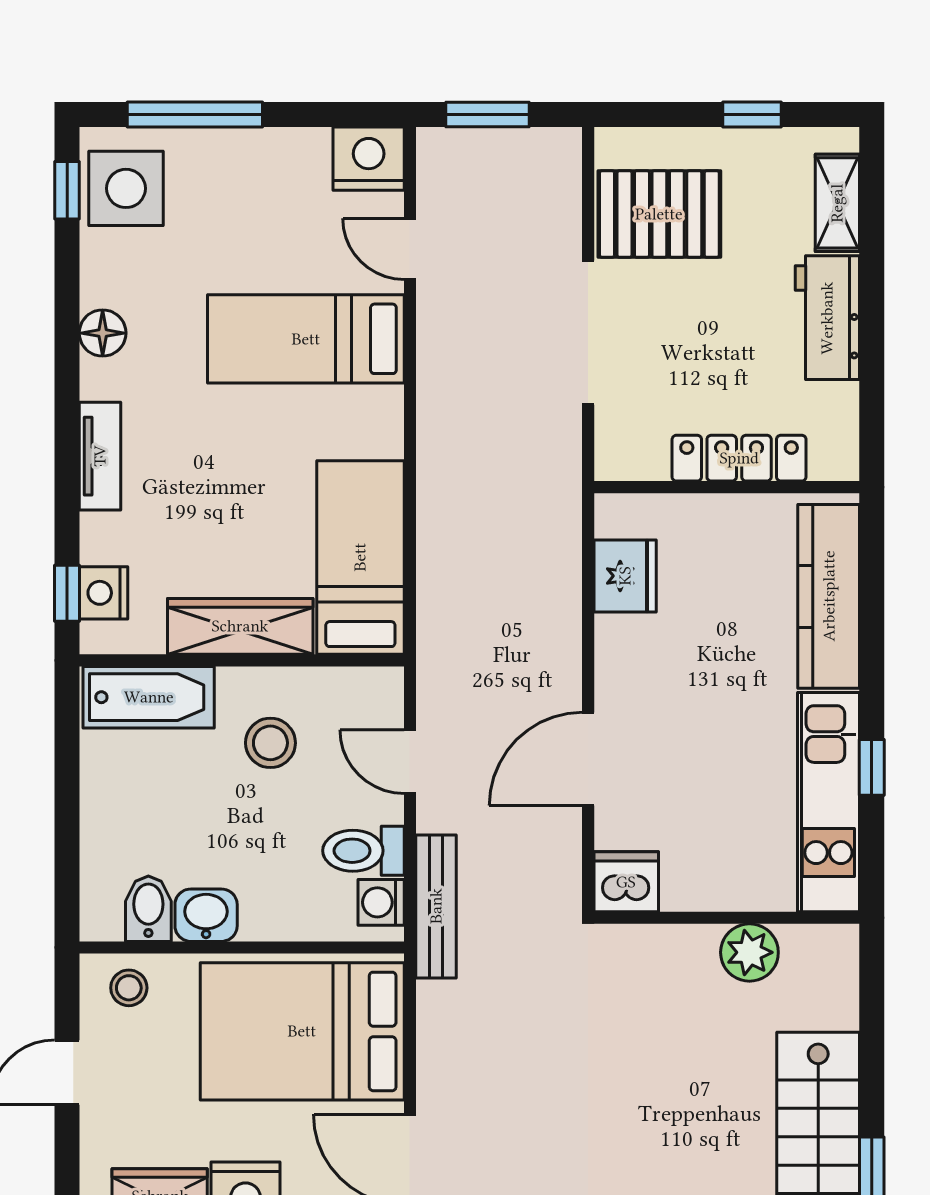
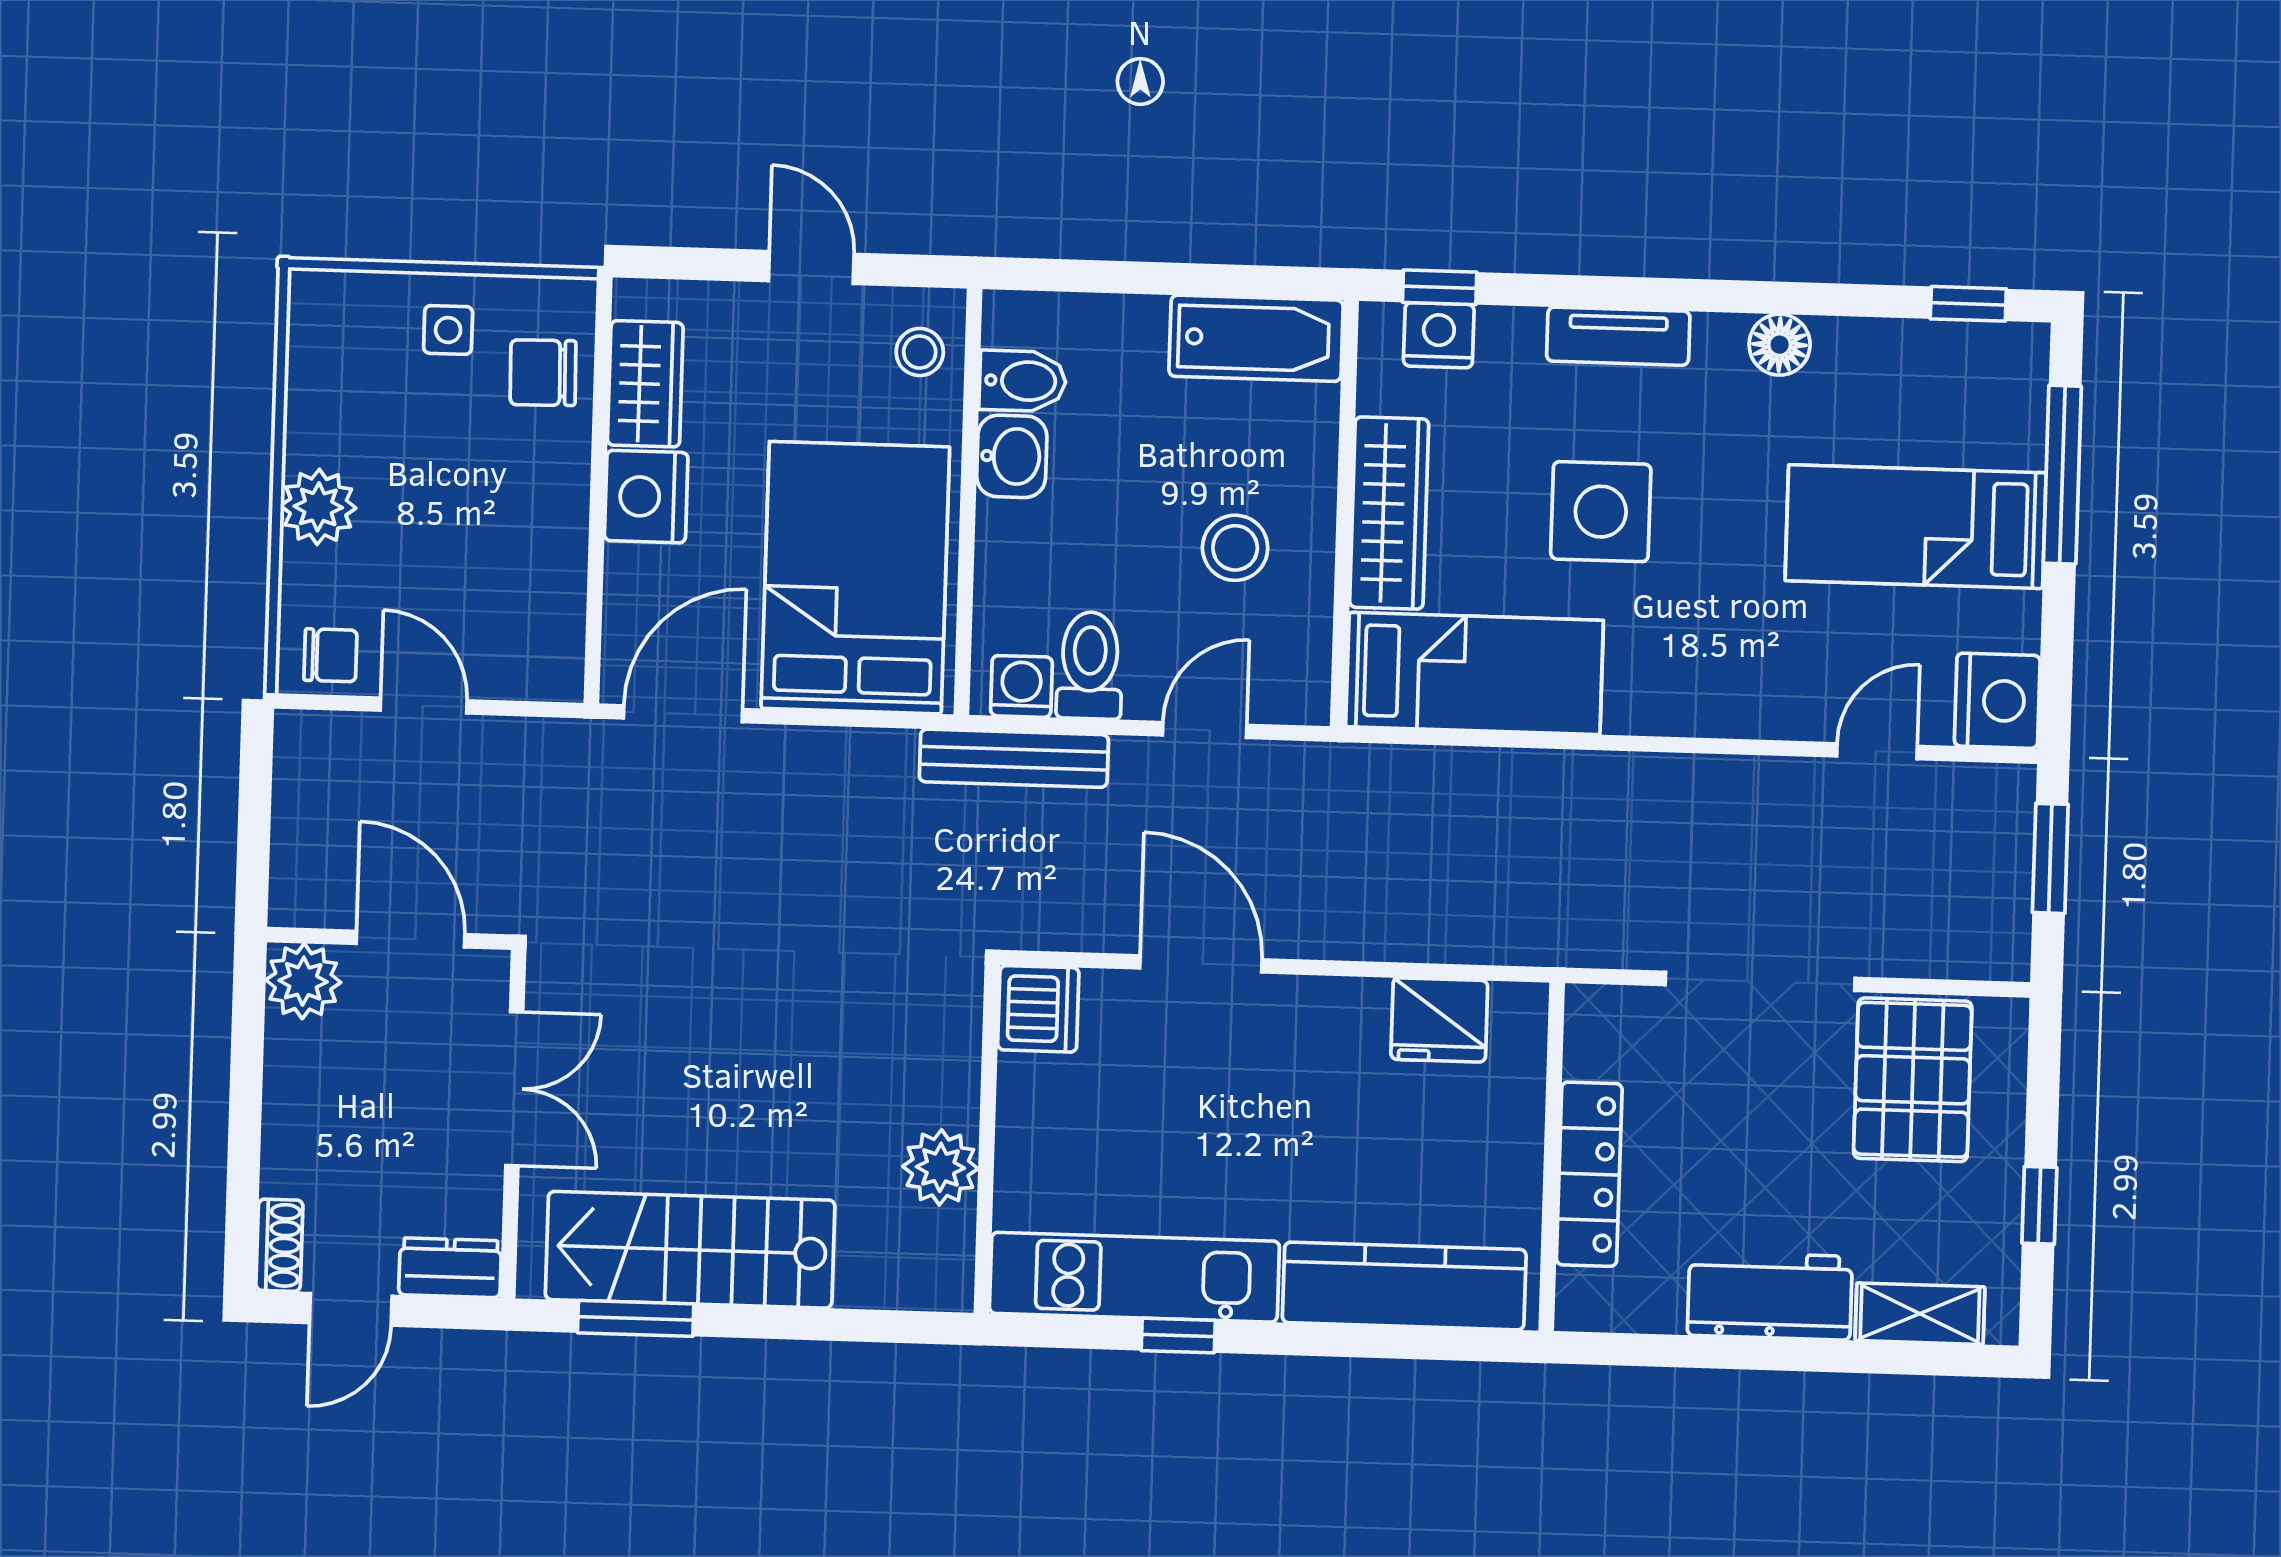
side table: (126, 188) -> (1601, 512), moved
bed: (306, 339) -> (1916, 527), moved, turned -90
bathtub: (149, 697) -> (1256, 338), moved, turned -90

